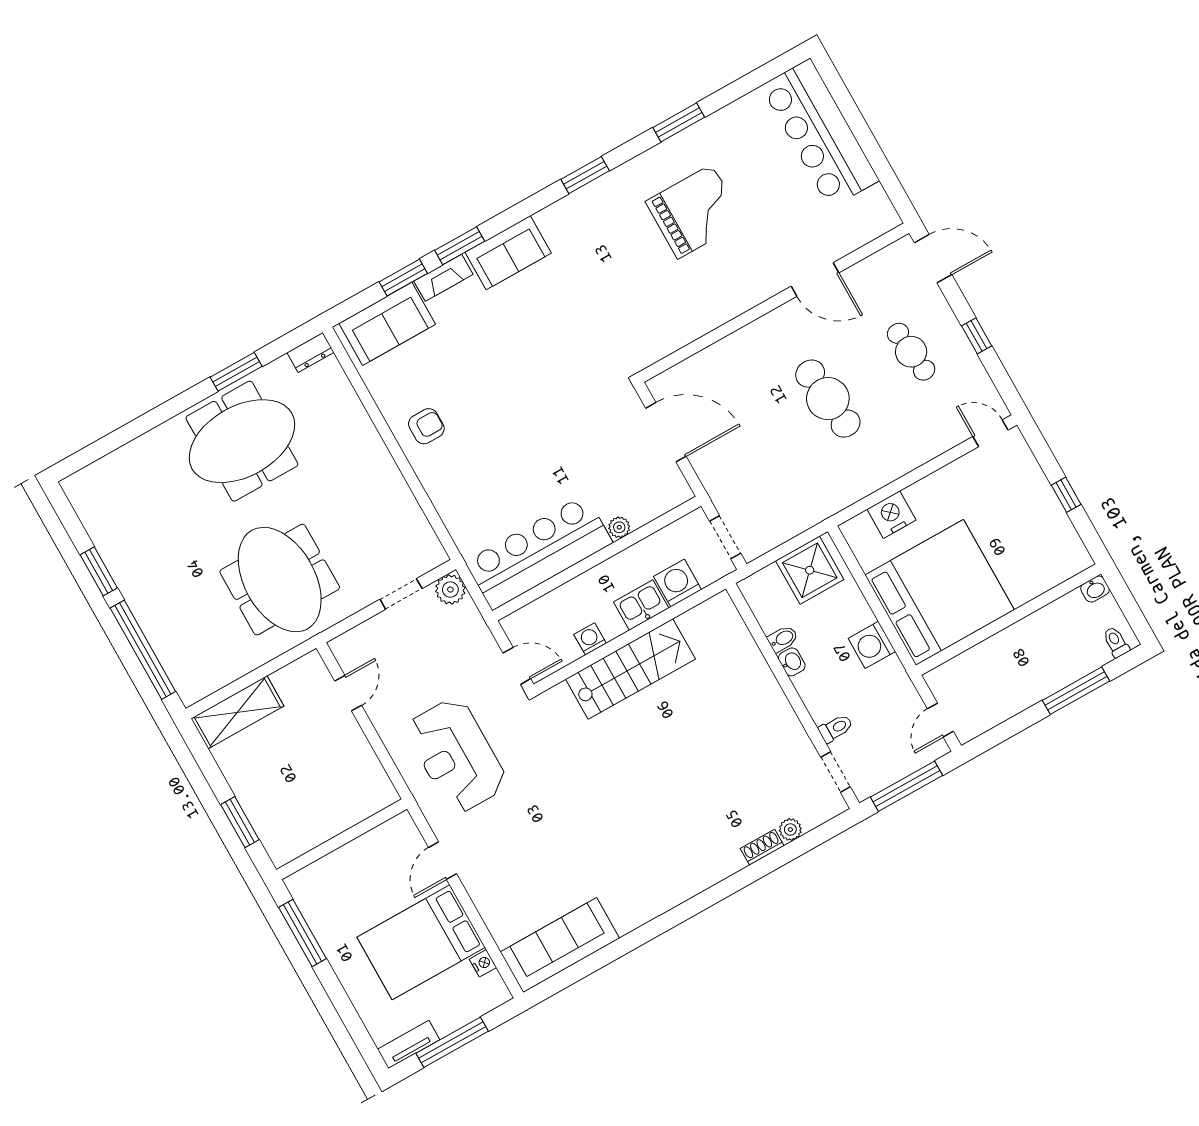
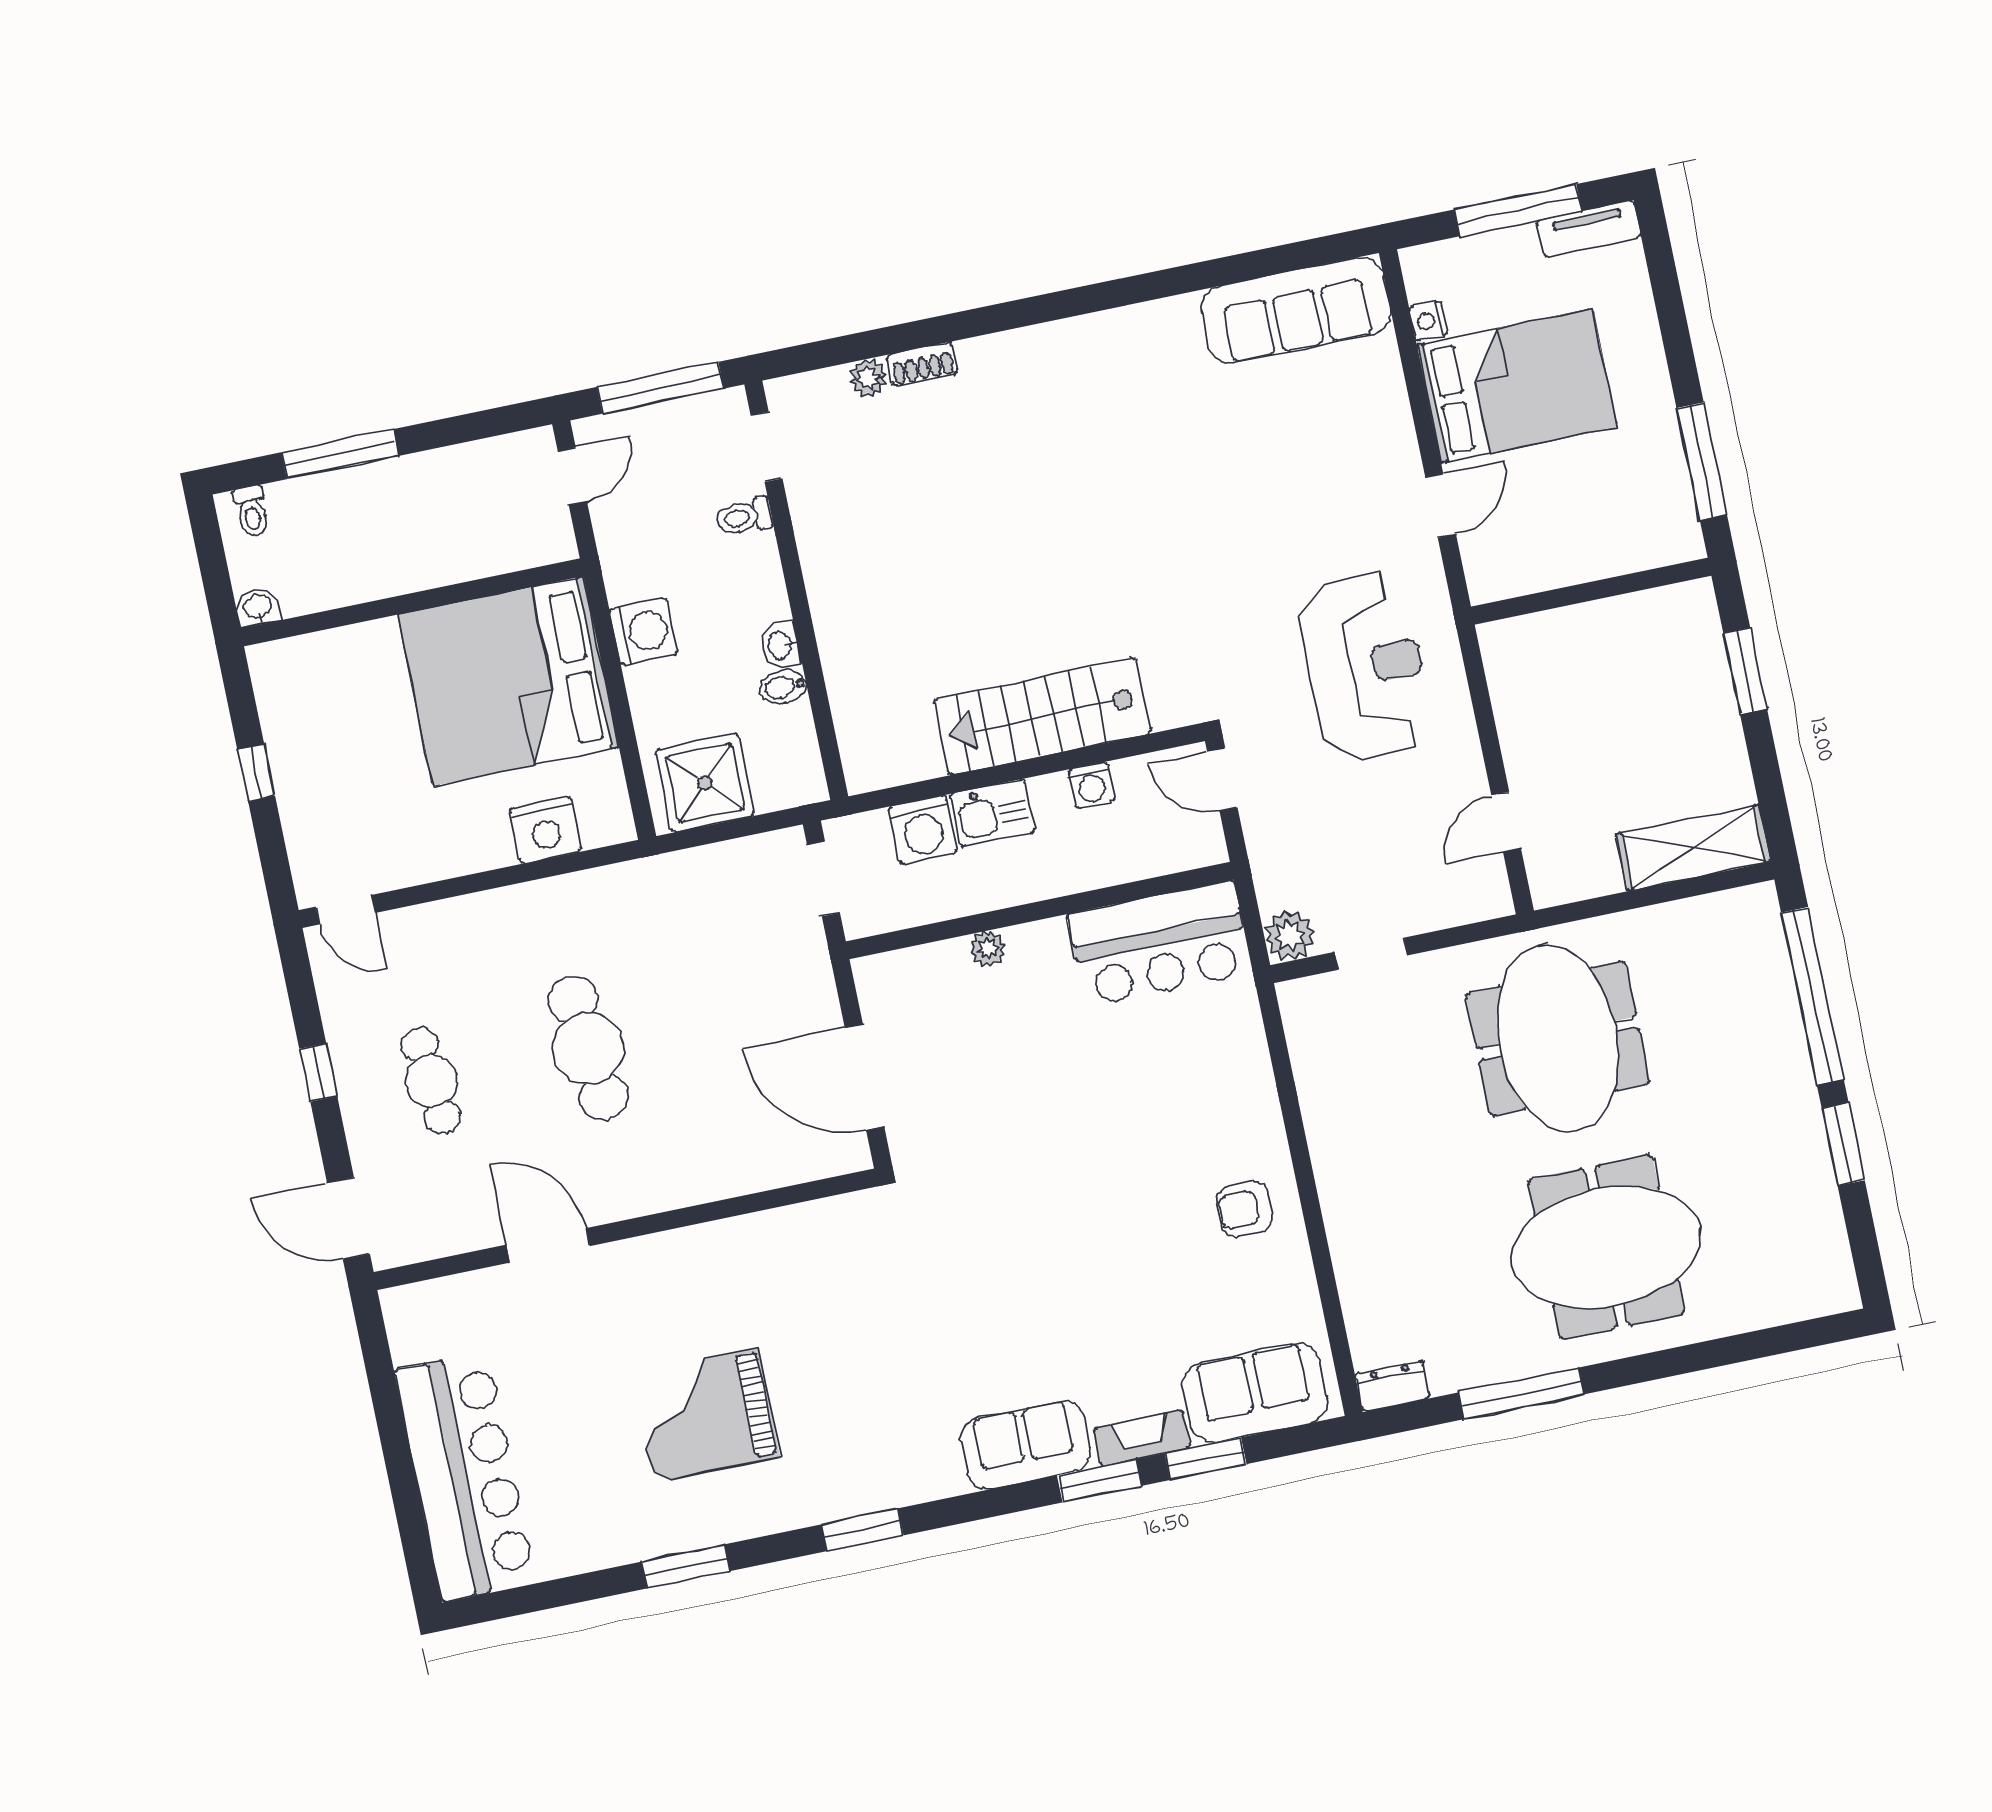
window: (236, 372) -> (1521, 1393), width x1.44
meeting table: (242, 441) -> (1606, 1247), moved
bar counter: (539, 552) -> (1160, 944), width x0.73

